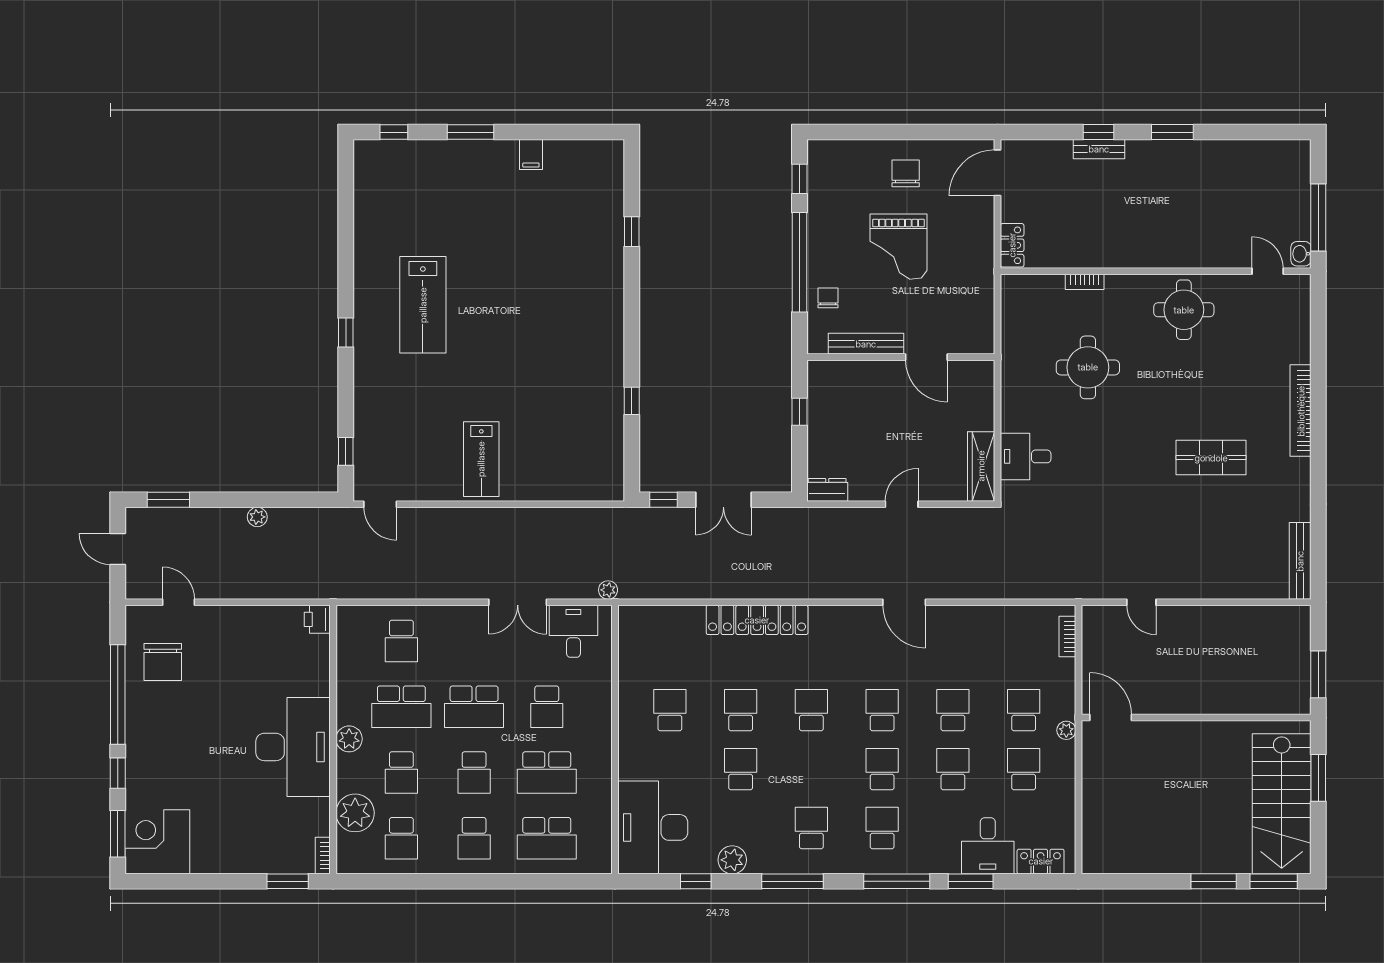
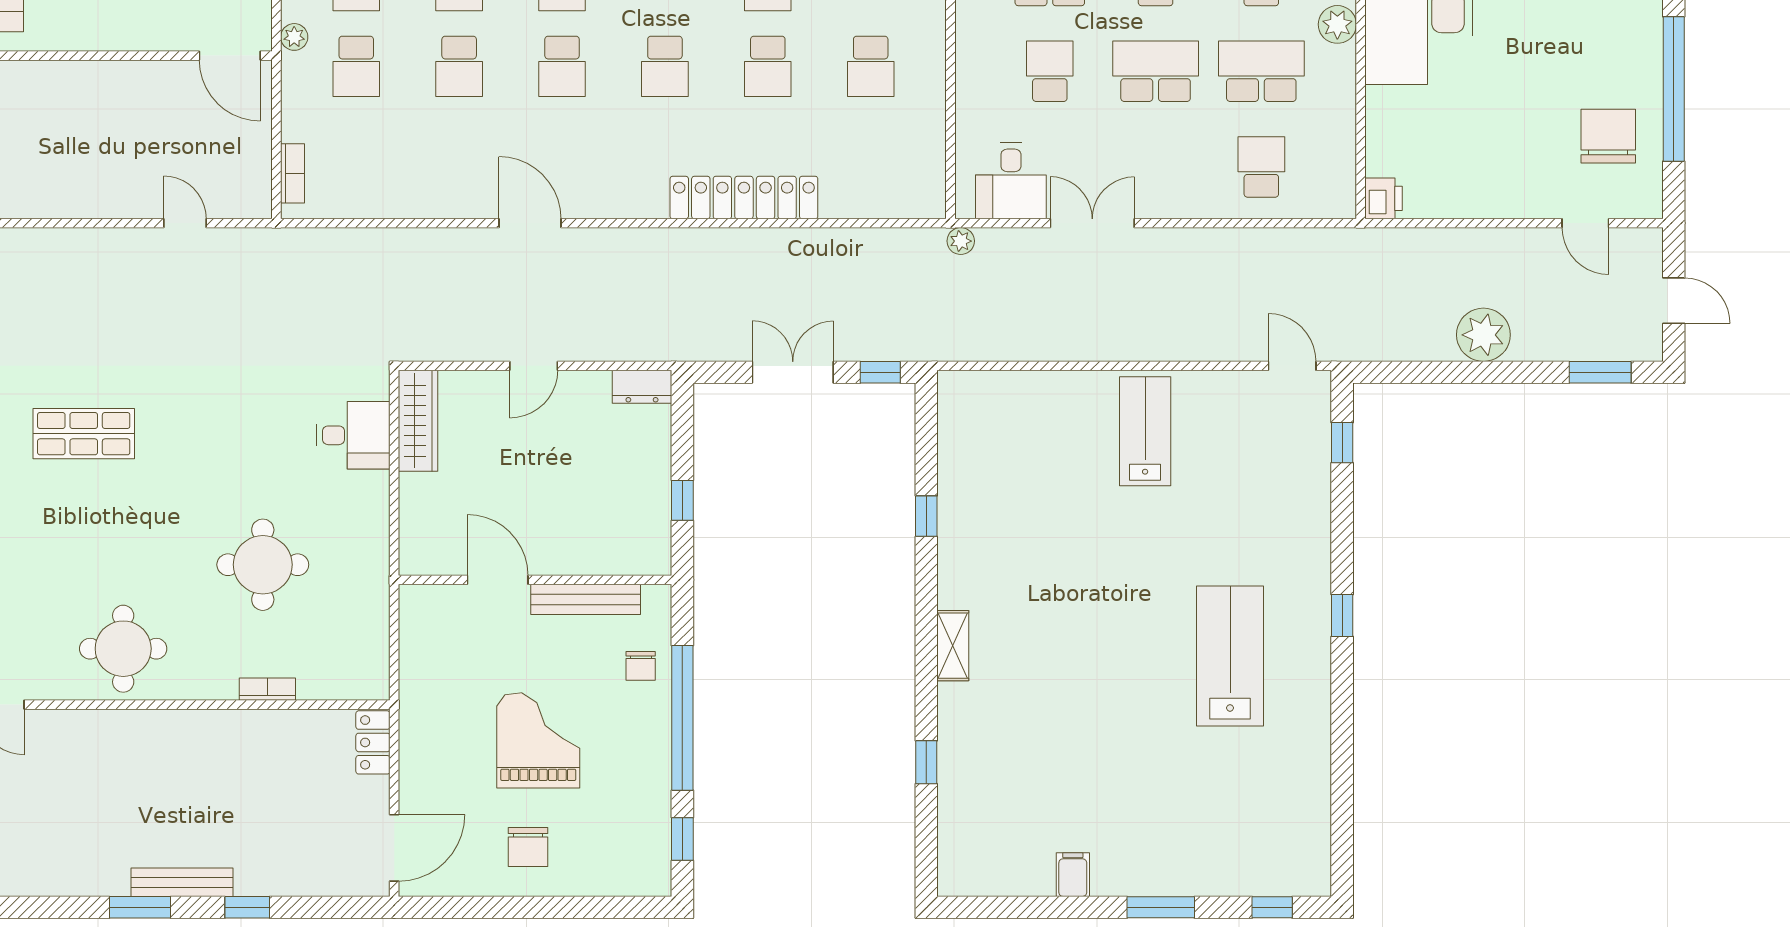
bench: (1099, 149) -> (182, 882), moved, width x1.36
shelving: (613, 312) -> (953, 646), added
plant: (257, 517) -> (1483, 335), width x1.87, depth x1.87

